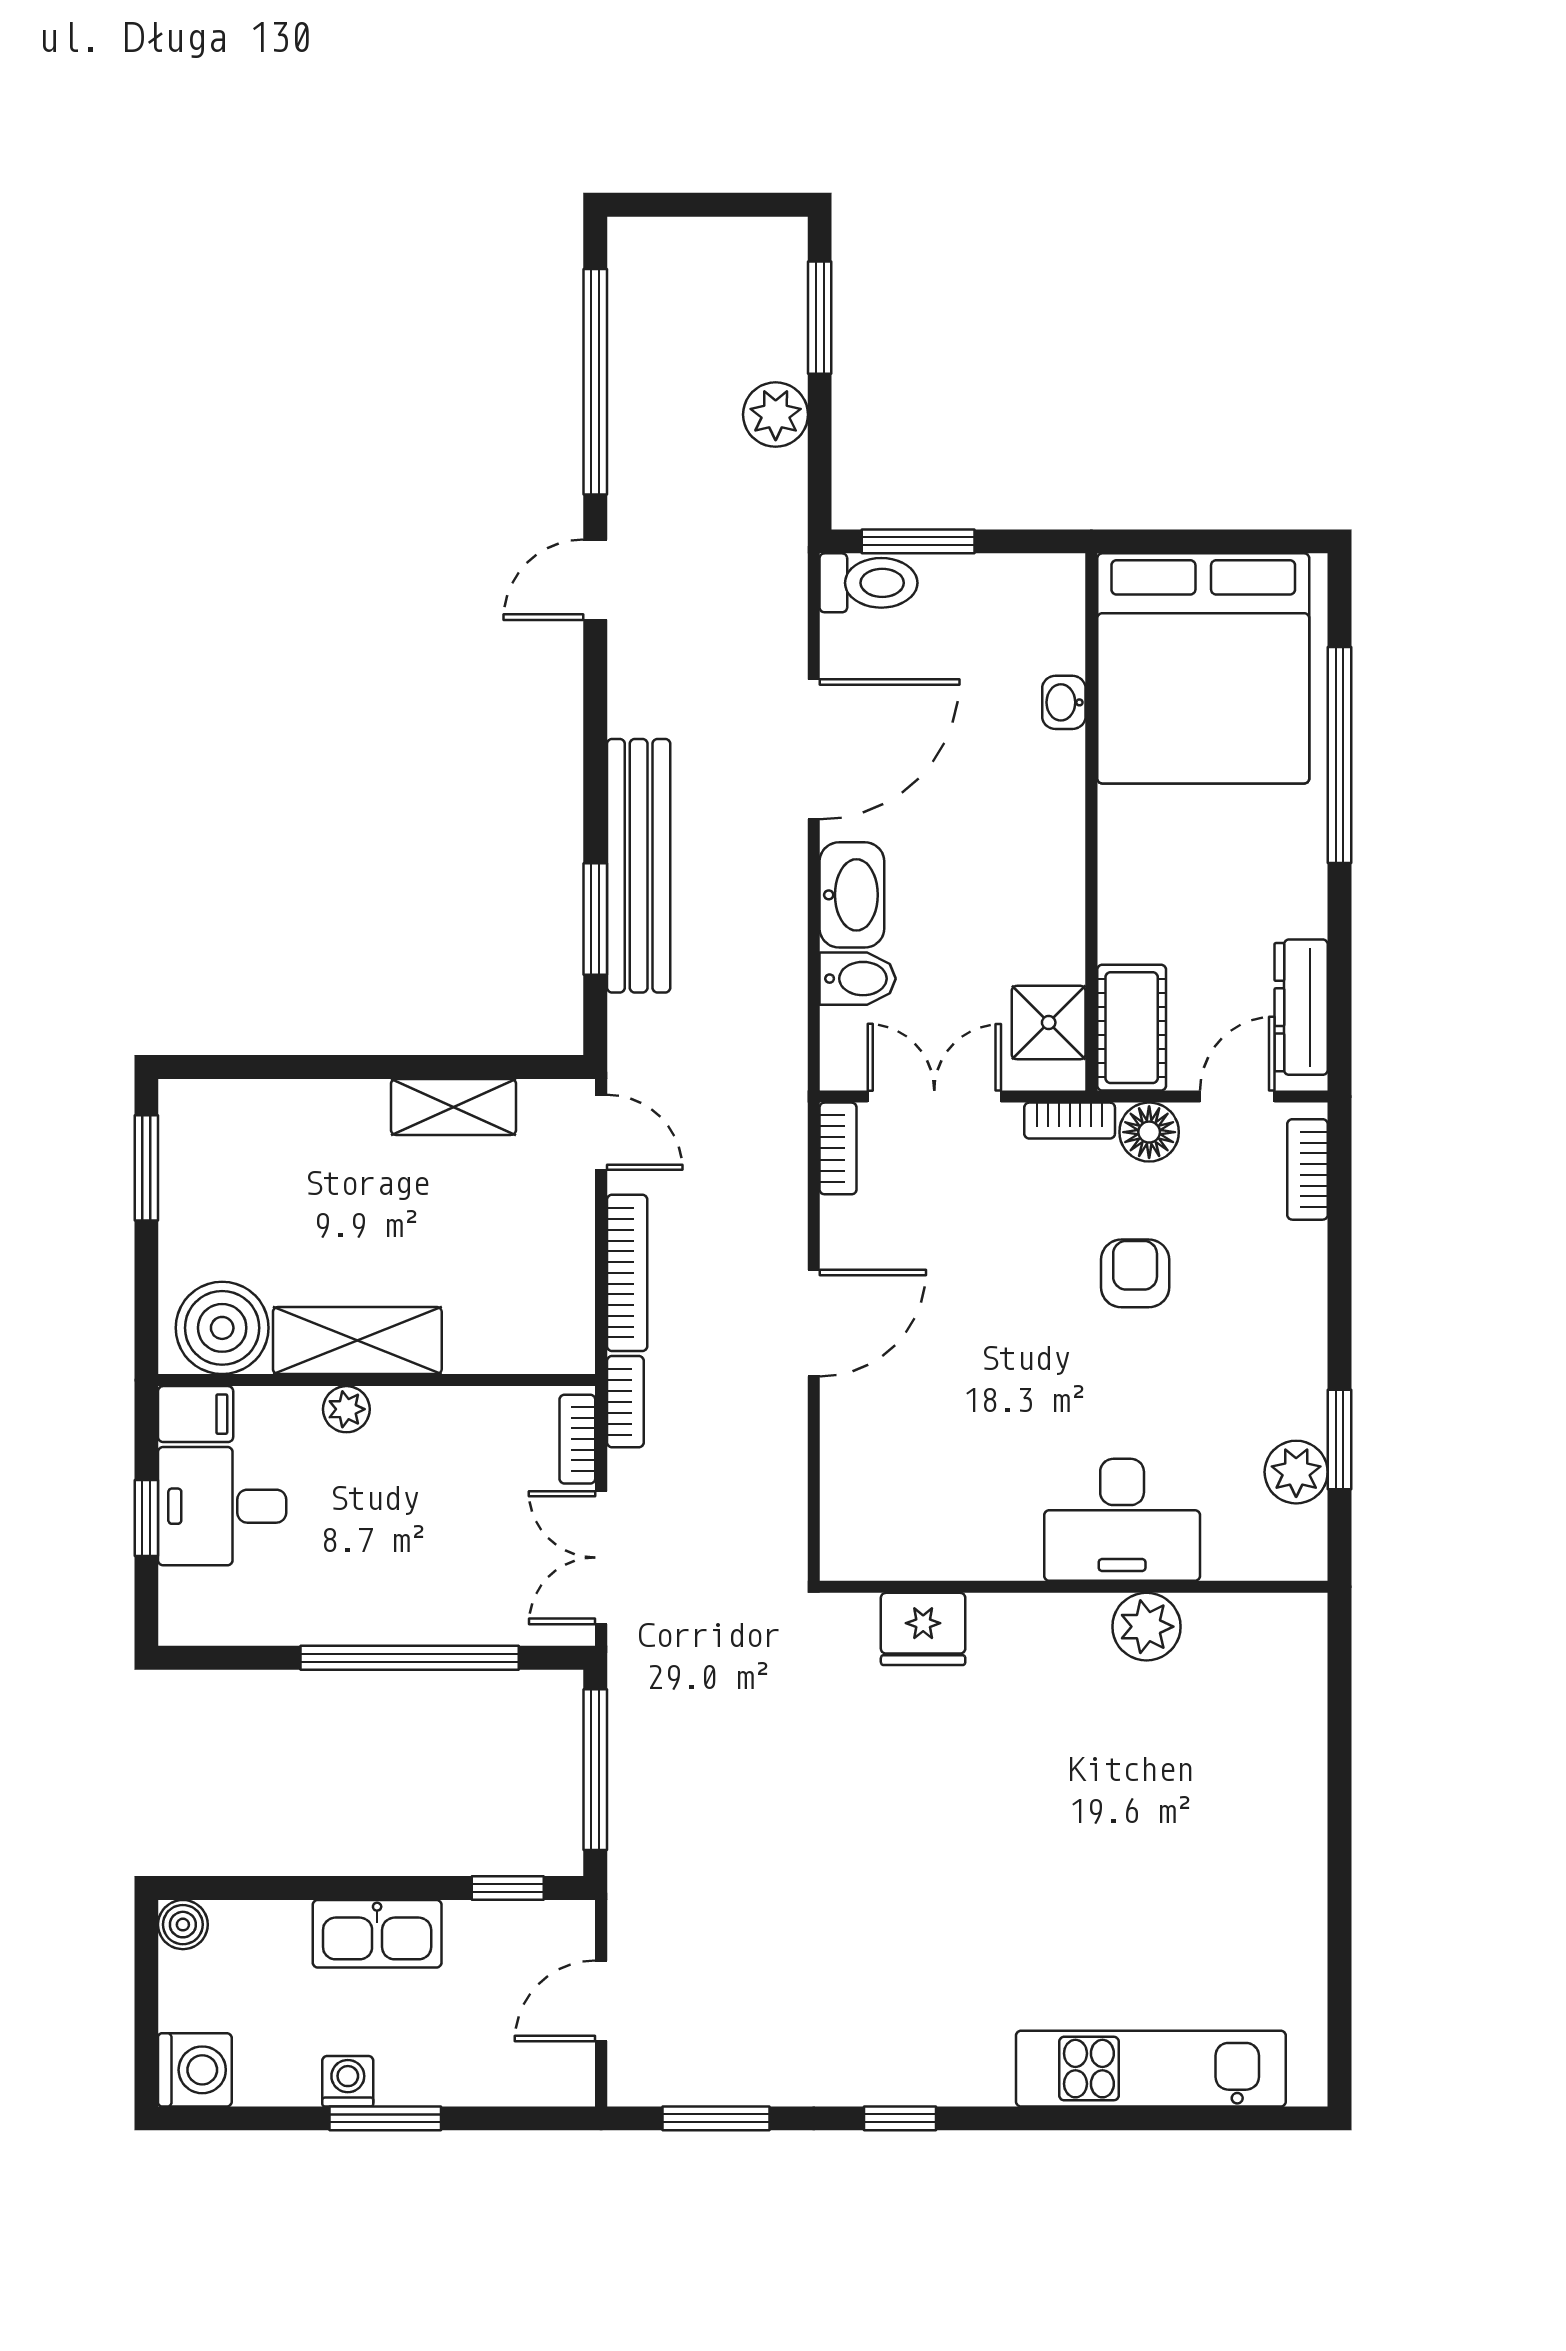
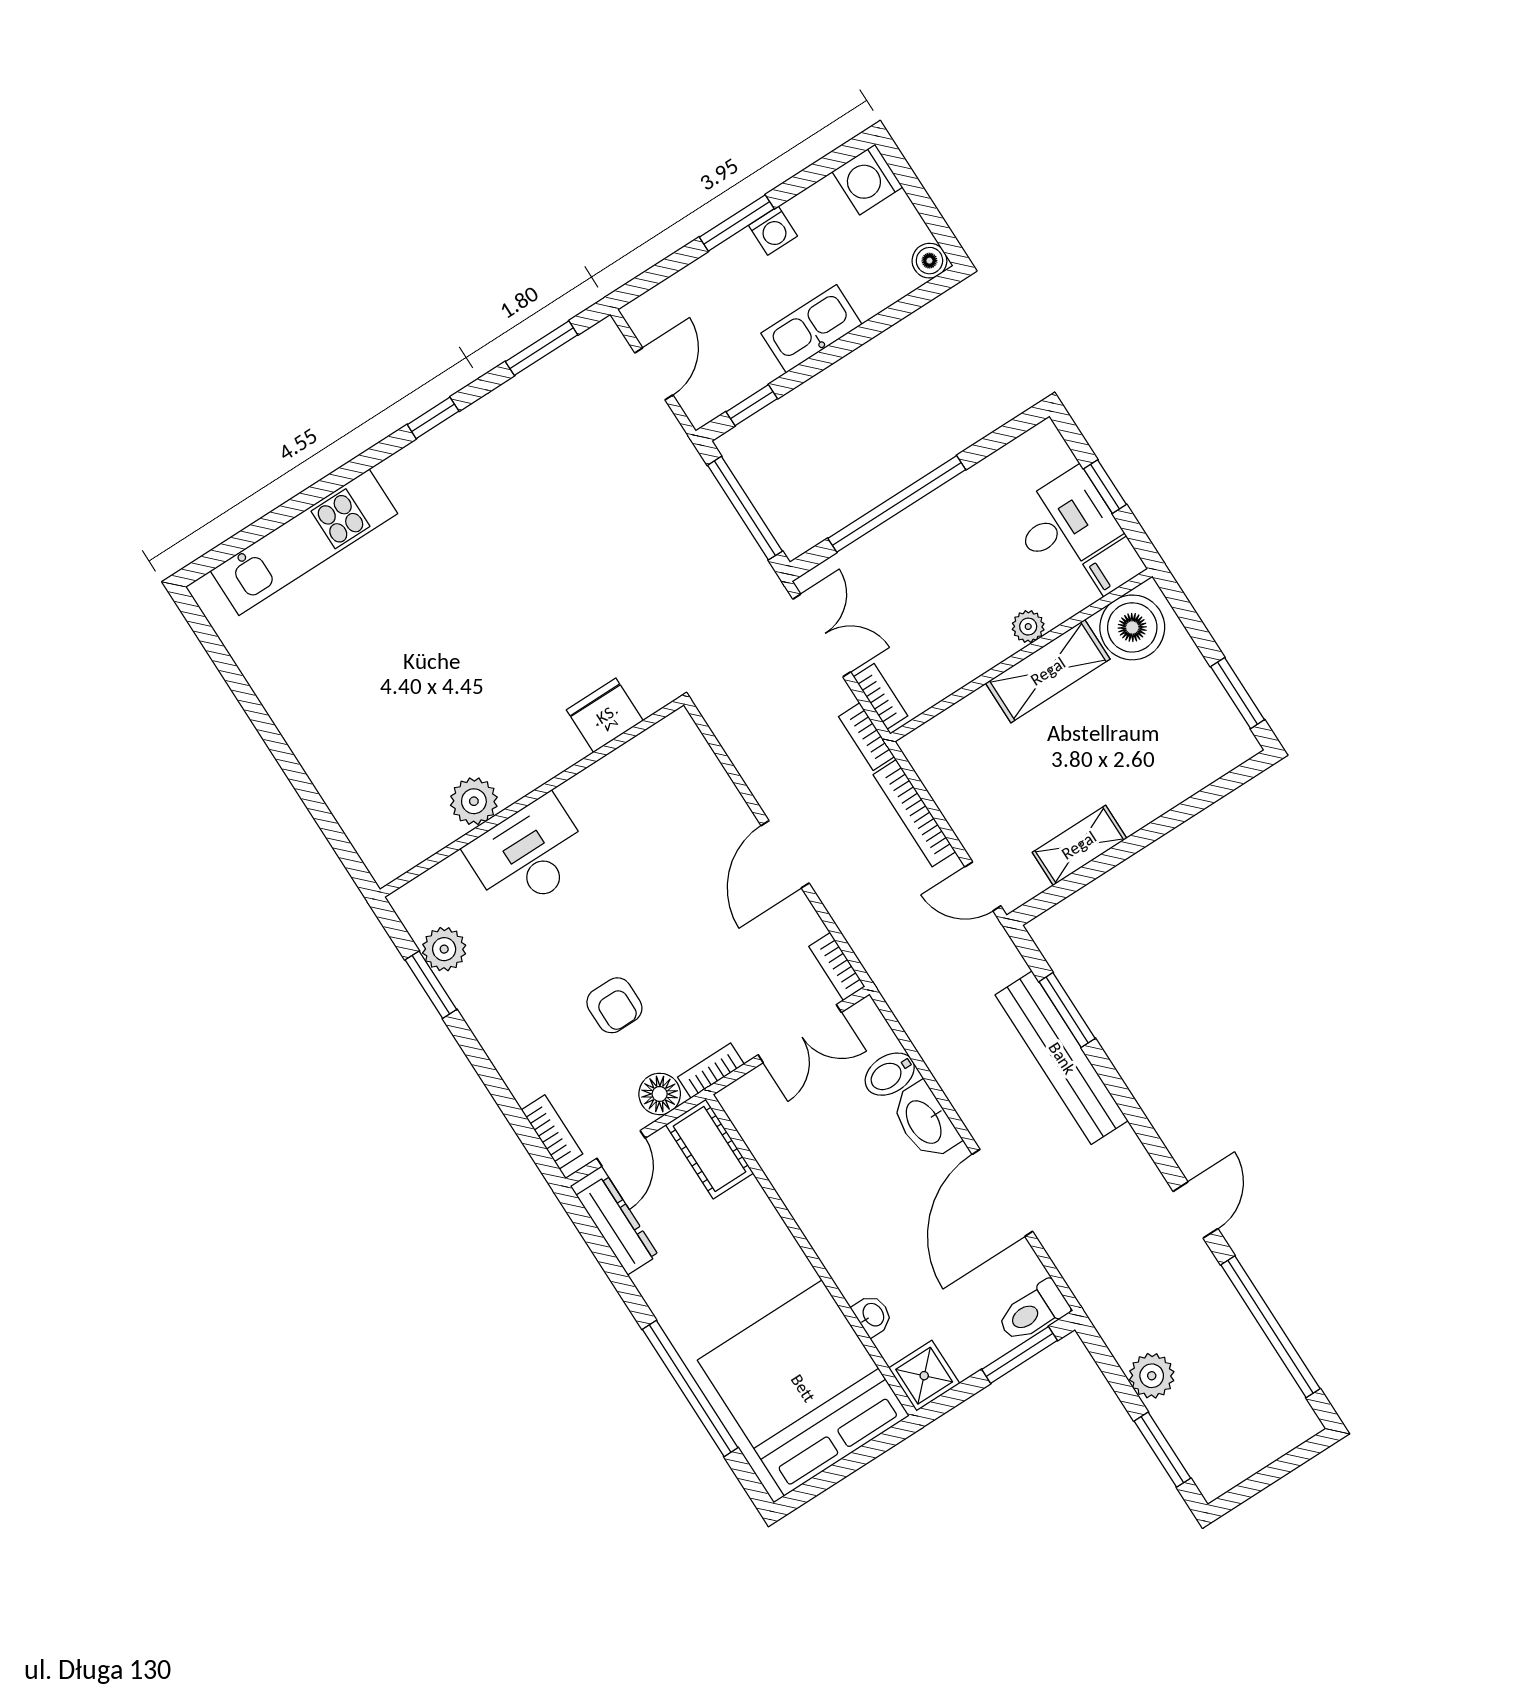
shower: (1049, 1023) -> (924, 1376), moved

